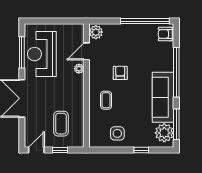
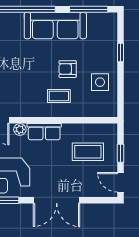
armchair: (120, 73) -> (68, 69), moved
row of seats: (77, 88) -> (44, 132), added
plant: (164, 133) -> (99, 24), removed

